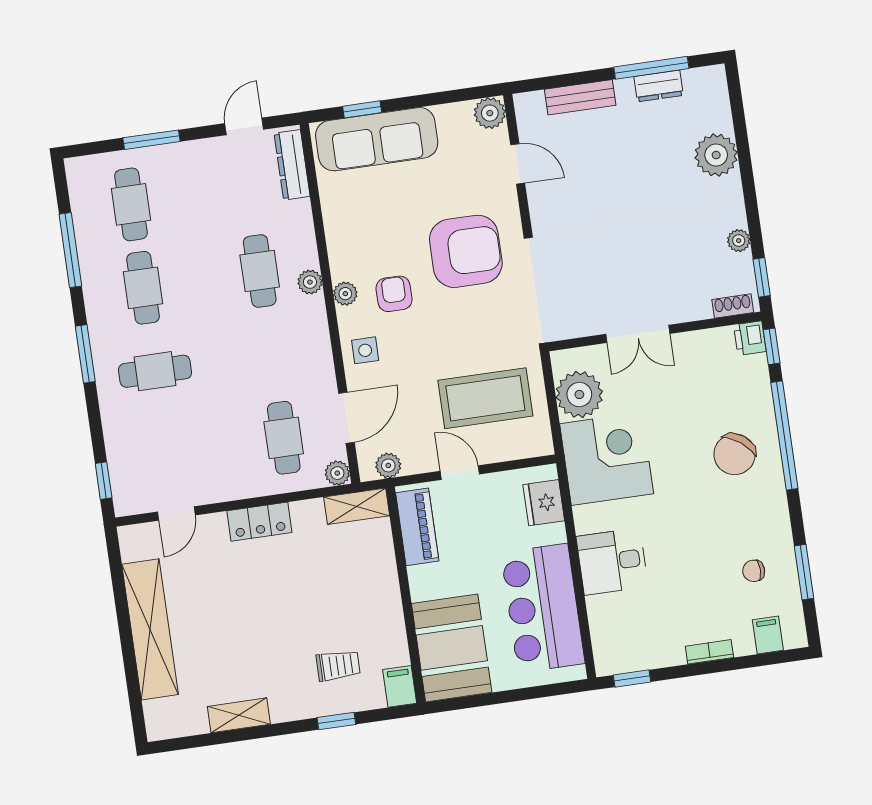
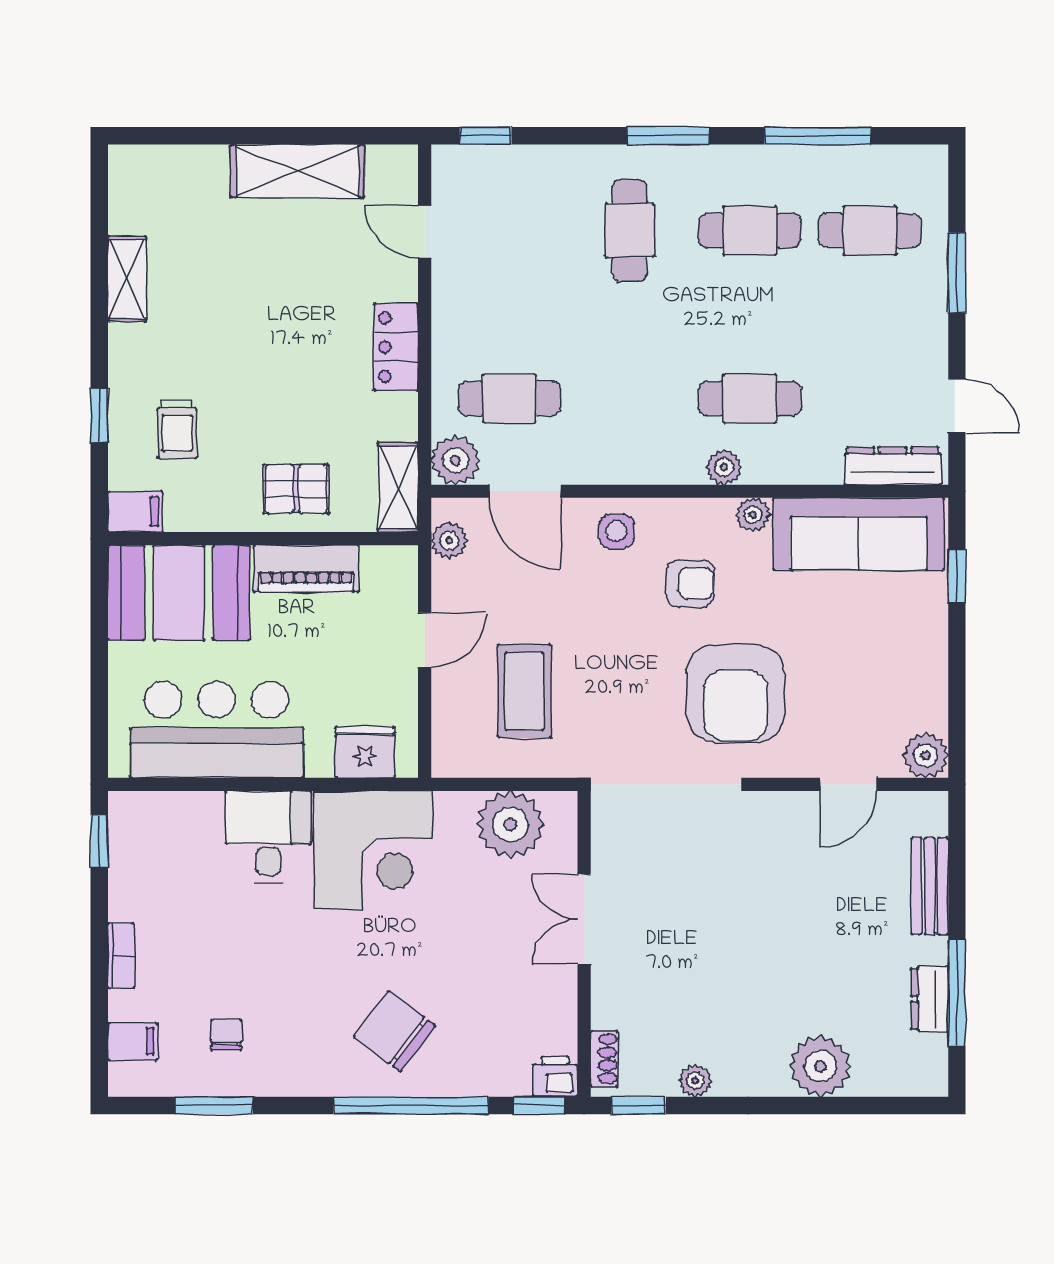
sofa: (377, 139) -> (859, 534), moved, turned -90
plant: (345, 294) -> (753, 515), moved
coffee table: (485, 398) -> (524, 691), width x0.73, depth x0.76
corner desk: (607, 459) -> (373, 850), moved
plant: (337, 473) -> (455, 460), width x1.38, depth x1.38
piano: (417, 527) -> (306, 569), moved
pallet: (368, 577) -> (296, 489), added
shelving: (150, 629) -> (297, 171), width x0.68

